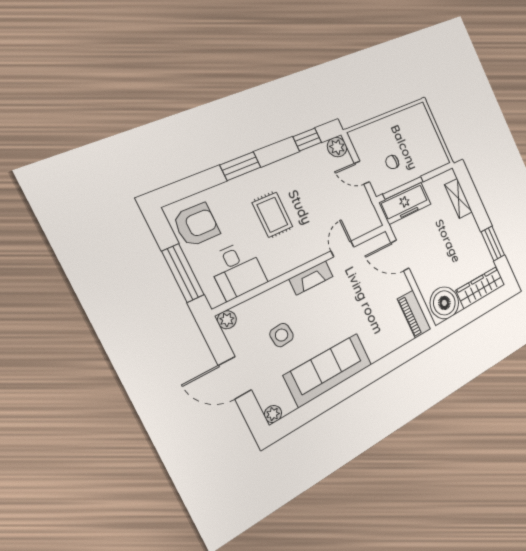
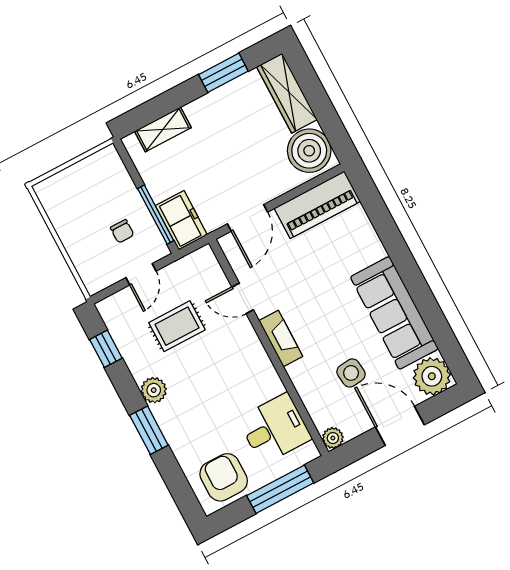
plant: (337, 147) -> (154, 390), moved
freezer: (405, 203) -> (181, 220), width x0.71
rug: (272, 215) -> (177, 326), moved
piano: (414, 314) -> (317, 205), width x1.37, depth x1.33
door: (235, 378) -> (400, 426), swing flipped
plant: (273, 414) -> (432, 376), width x1.87, depth x1.87

